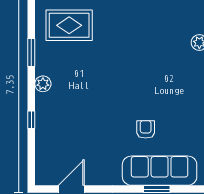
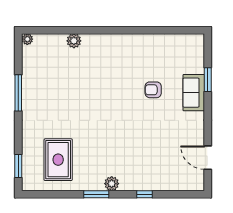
window: (31, 53) -> (96, 194), moved
sofa: (160, 171) -> (194, 93), width x0.54, depth x0.79

